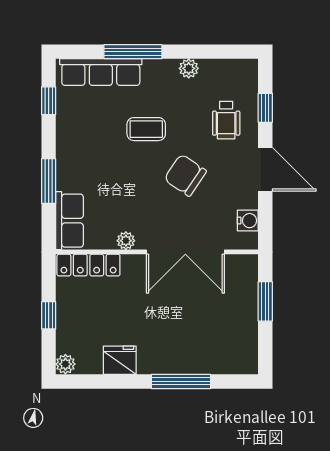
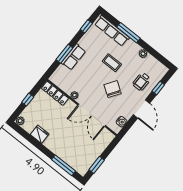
row of seats: (69, 221) -> (74, 57), moved
window: (265, 301) -> (97, 165), moved
window: (181, 381) -> (63, 165), moved

